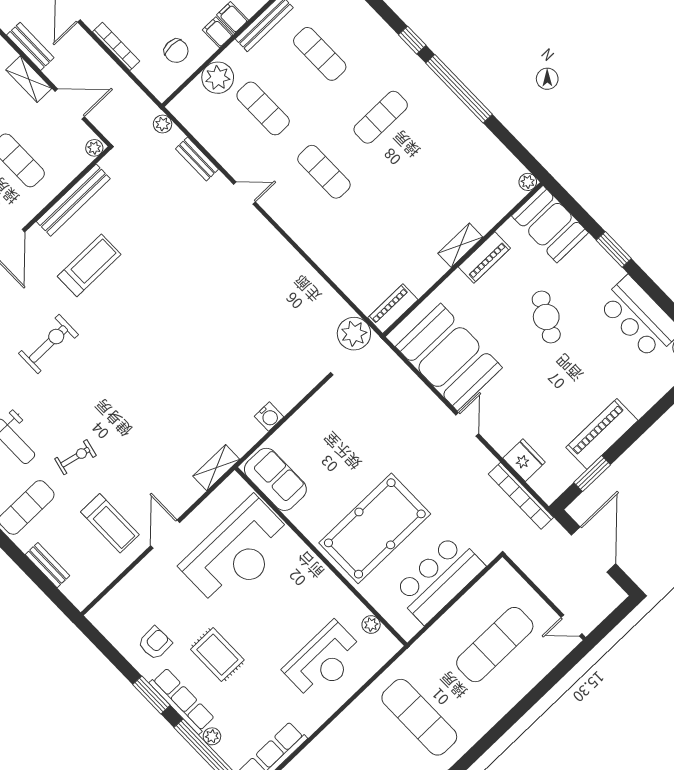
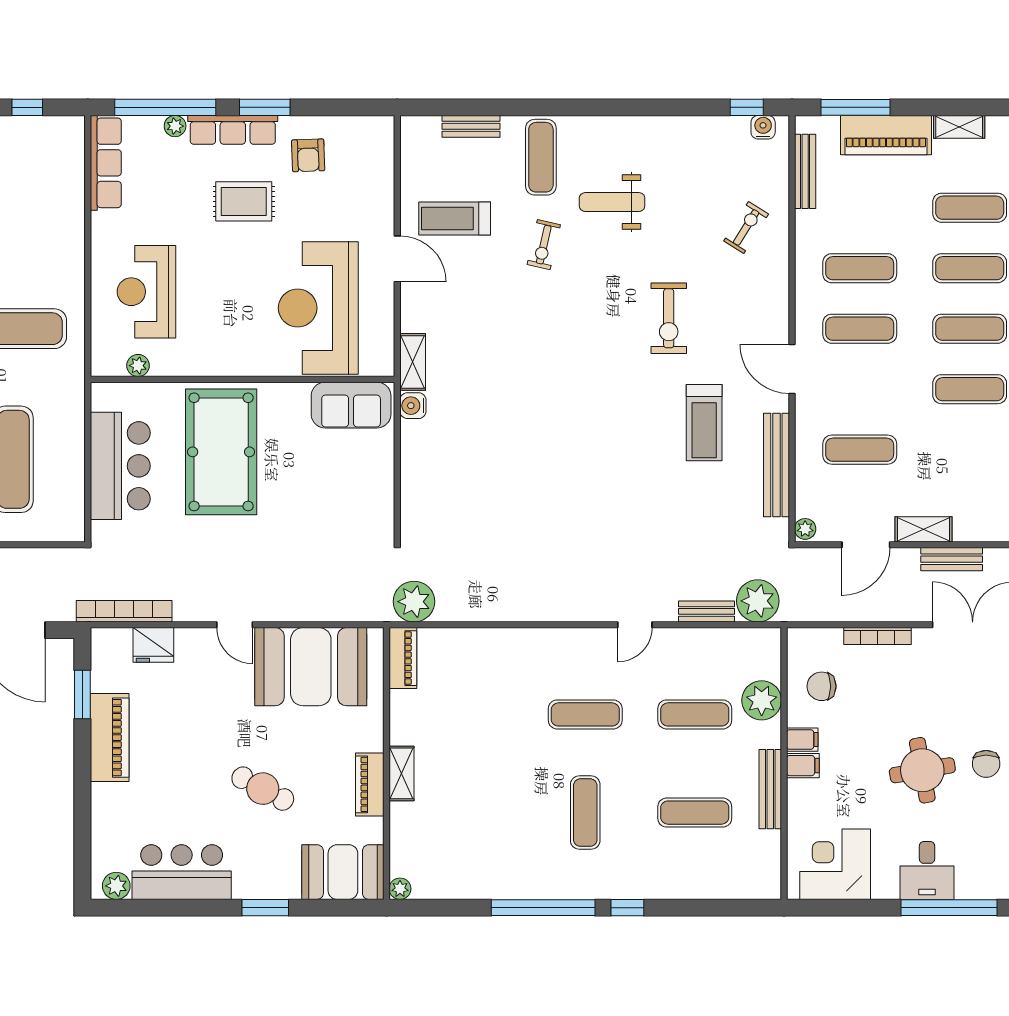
plant: (163, 124) -> (758, 601), width x1.88, depth x1.88
water cooler: (269, 417) -> (413, 406), moved

